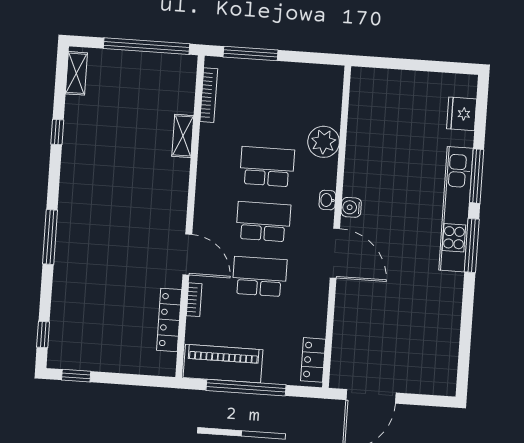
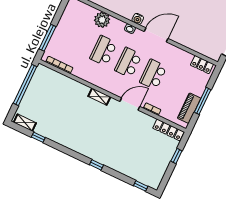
window: (57, 132) -> (38, 137), moved
shelving: (183, 136) -> (99, 97), moved
window: (50, 237) -> (96, 165), width x0.46
locker: (169, 320) -> (168, 130), moved
piano: (223, 364) -> (189, 108), width x0.73, depth x0.75
window: (76, 376) -> (176, 156), moved
window: (246, 388) -> (203, 101), width x0.68

